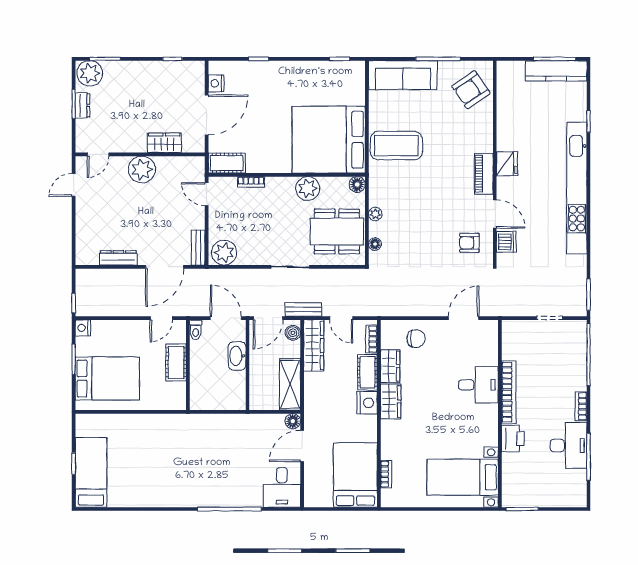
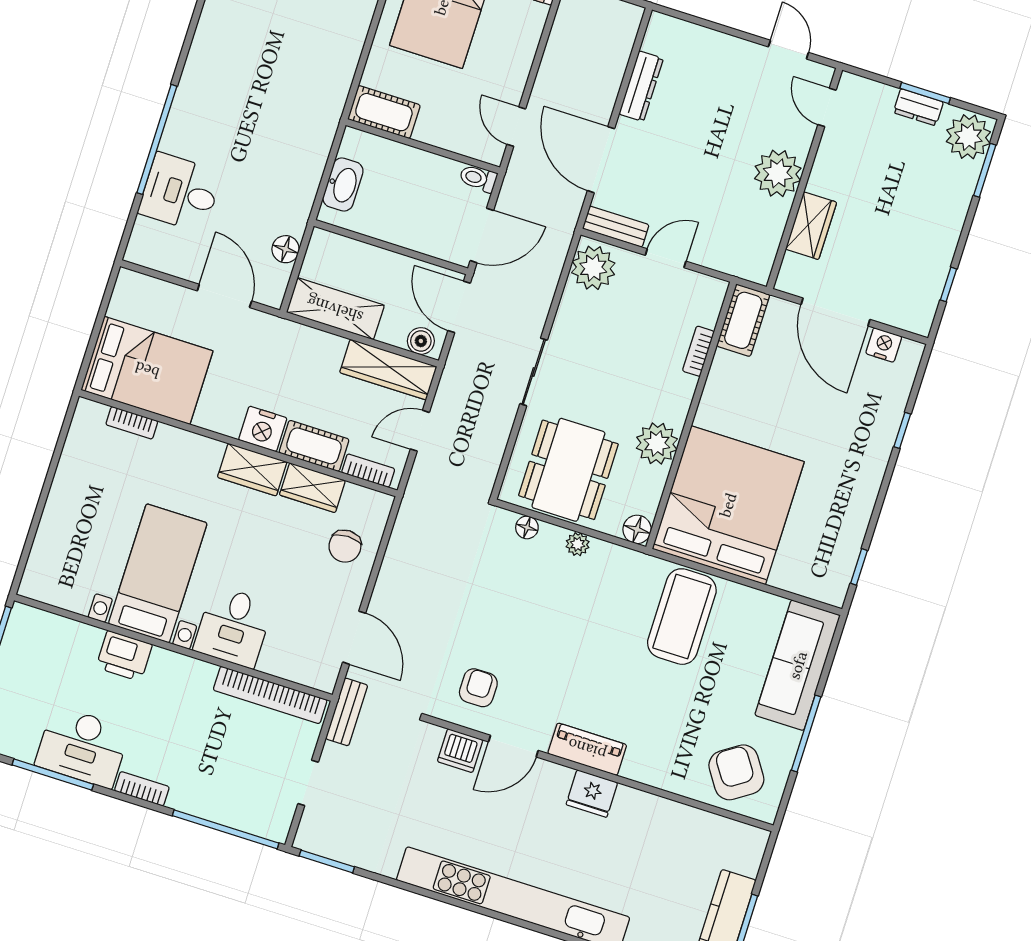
door: (207, 194) -> (666, 258), moved
bench: (303, 309) -> (347, 712), moved
washbasin: (237, 356) -> (343, 185), moved, turned 90
cot: (176, 362) -> (384, 112), moved
bookcase: (509, 392) -> (270, 695), moved
floor lamp: (293, 421) -> (286, 249), moved
bed with nightstands: (463, 477) -> (158, 573), moved
desk: (282, 487) -> (180, 193), moved

